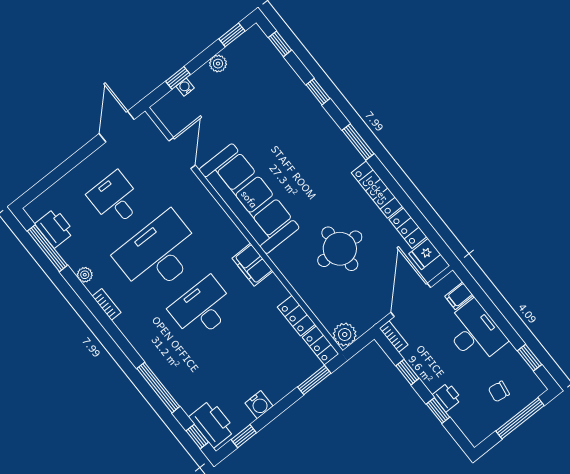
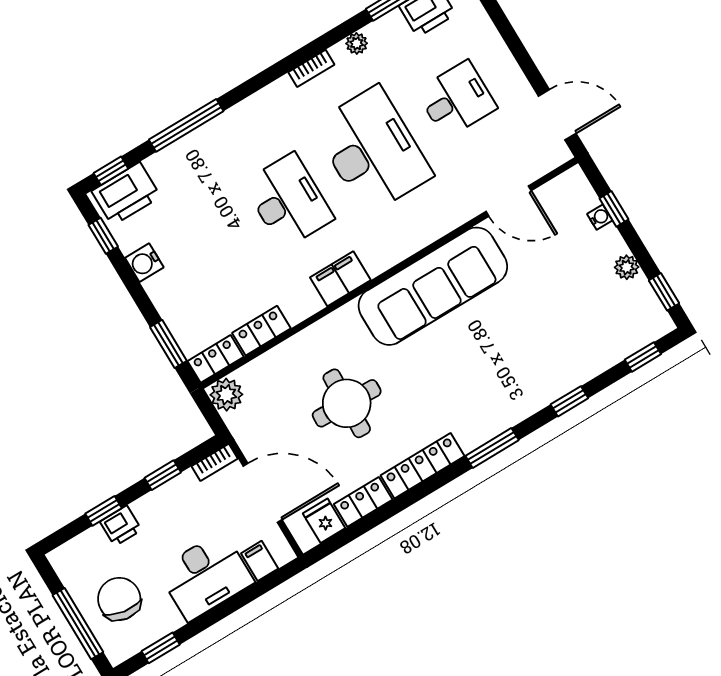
chair: (499, 391) -> (119, 599), width x1.87, depth x1.87

